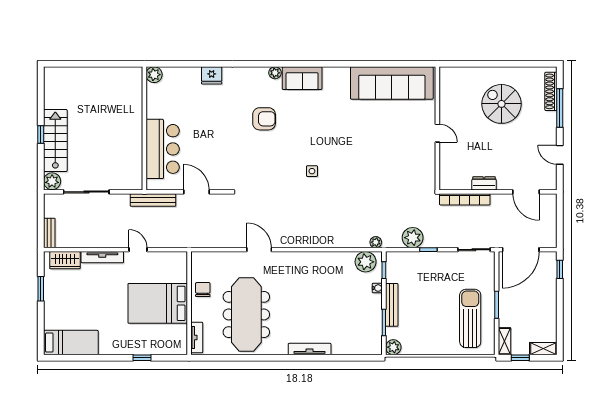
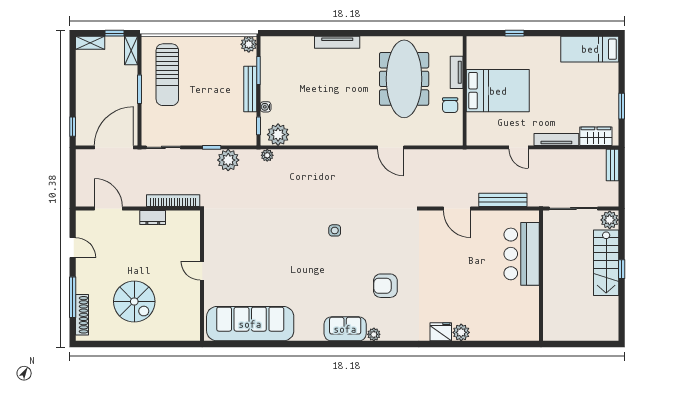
plant: (154, 75) -> (461, 332), moved
wall: (144, 128) -> (541, 276), moved
bar counter: (163, 149) -> (522, 254), moved
tv unit: (197, 338) -> (457, 72), moved

